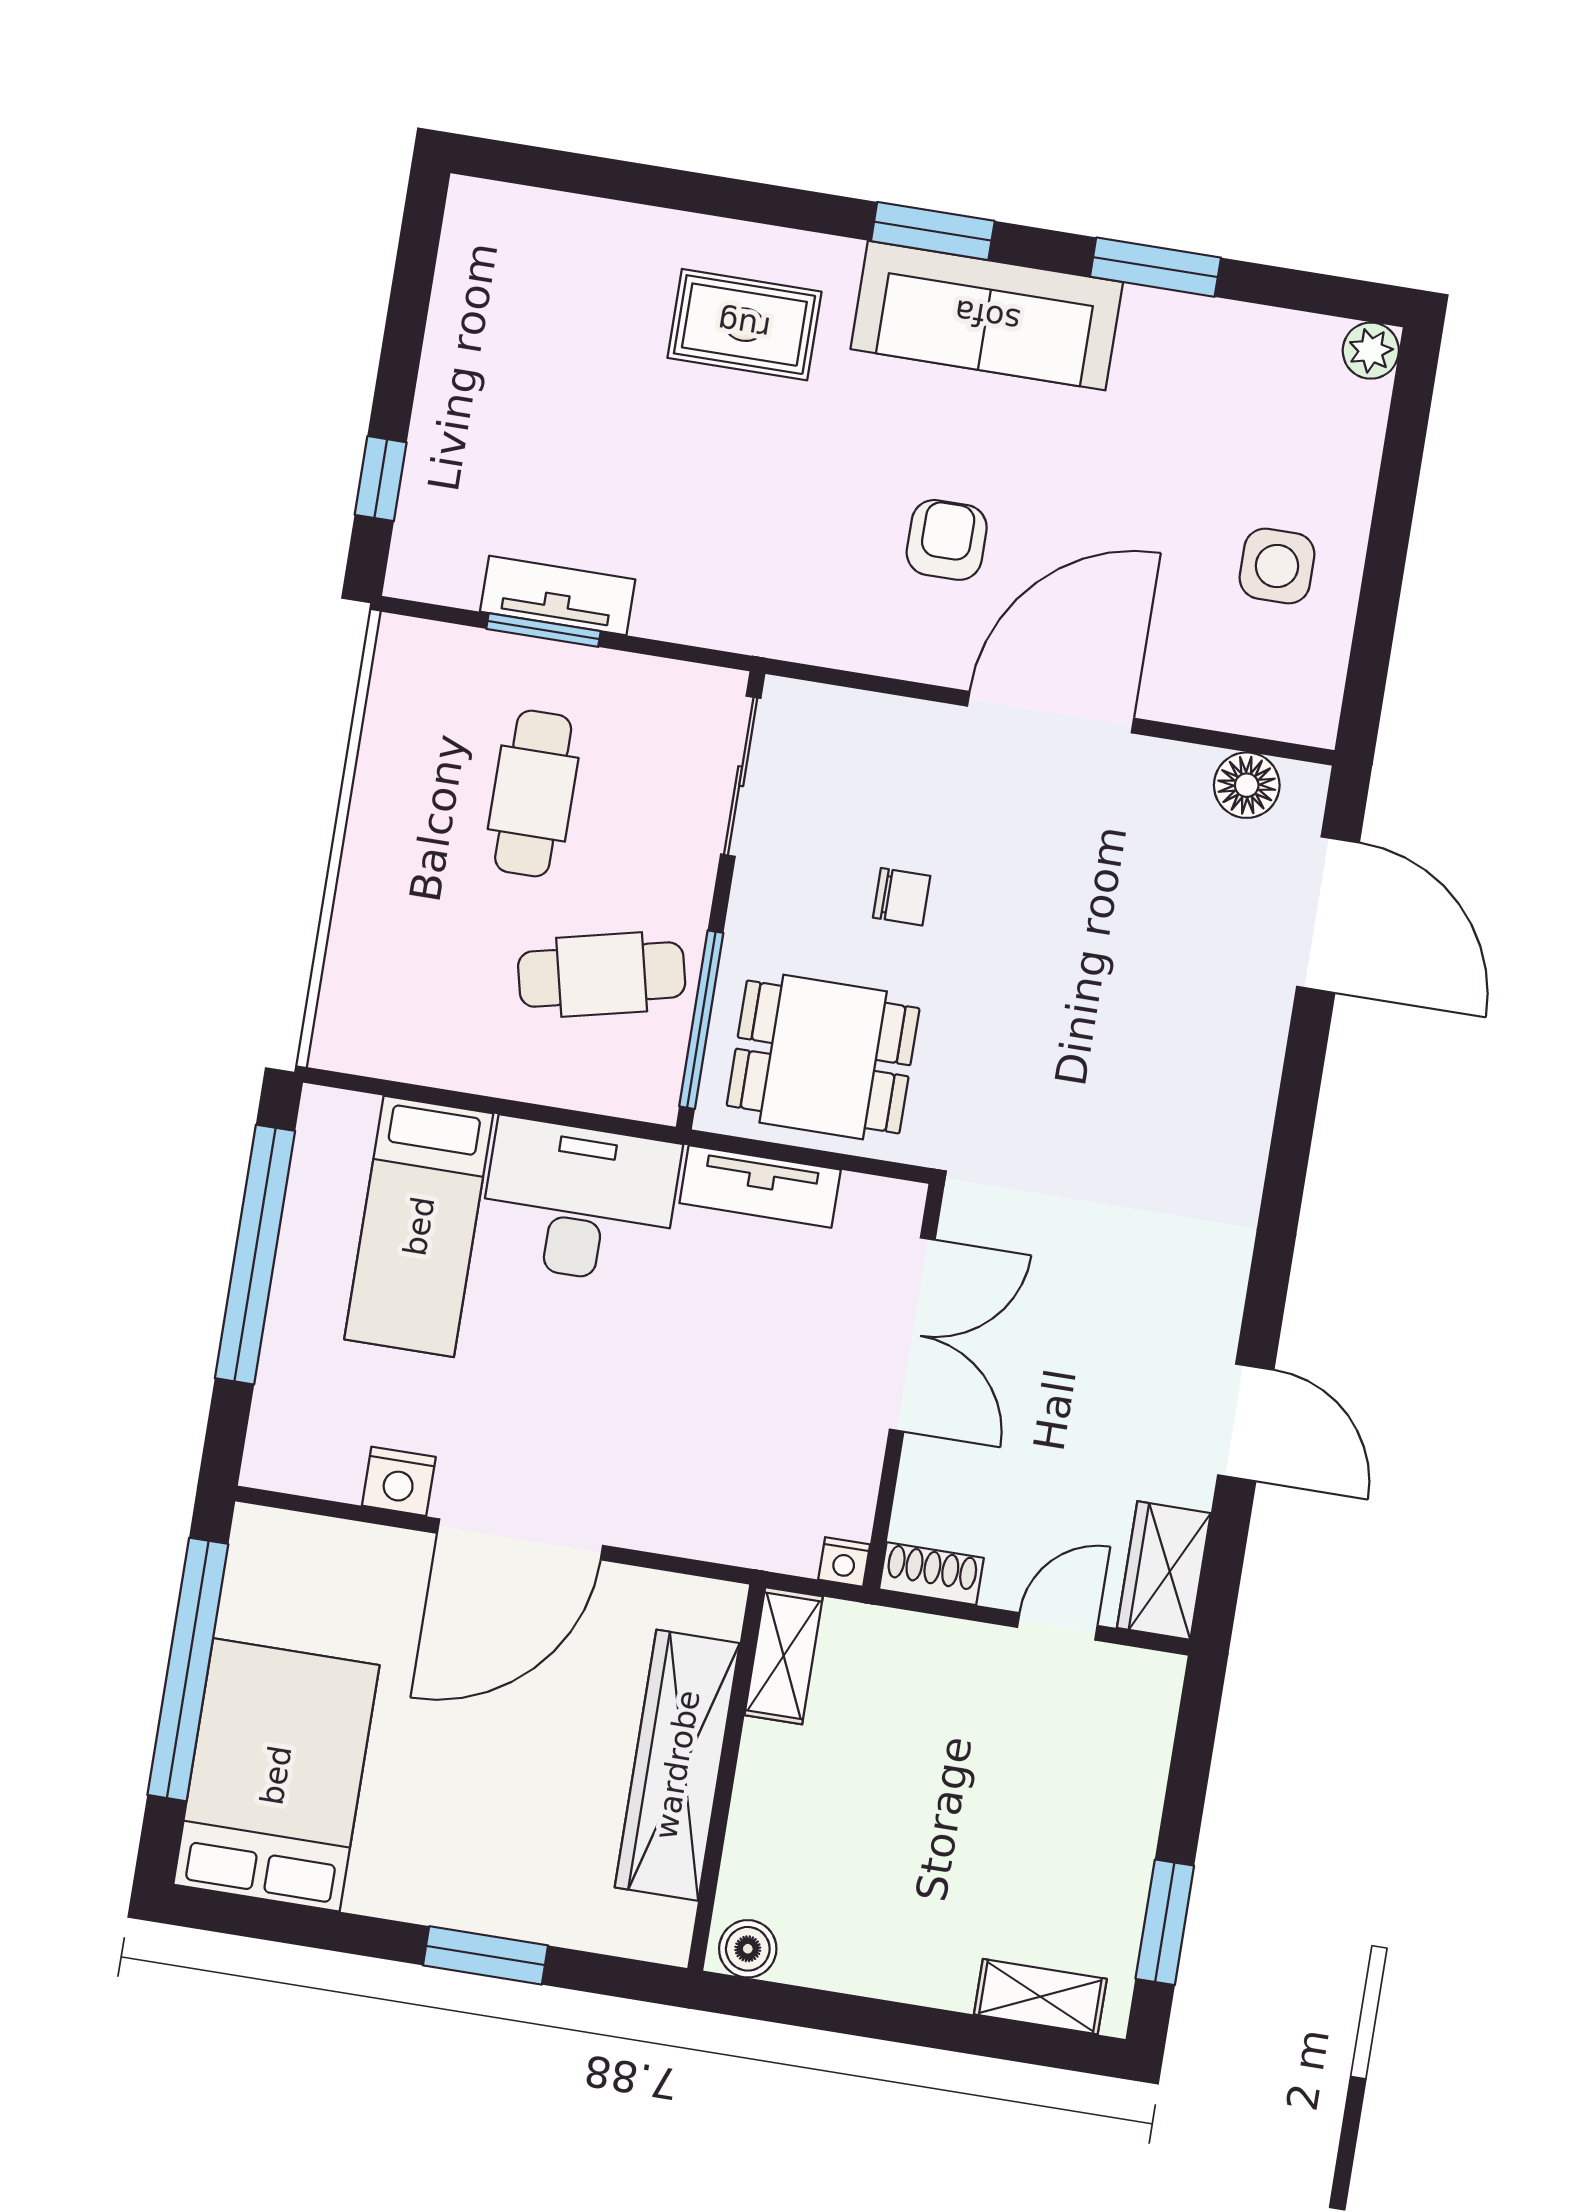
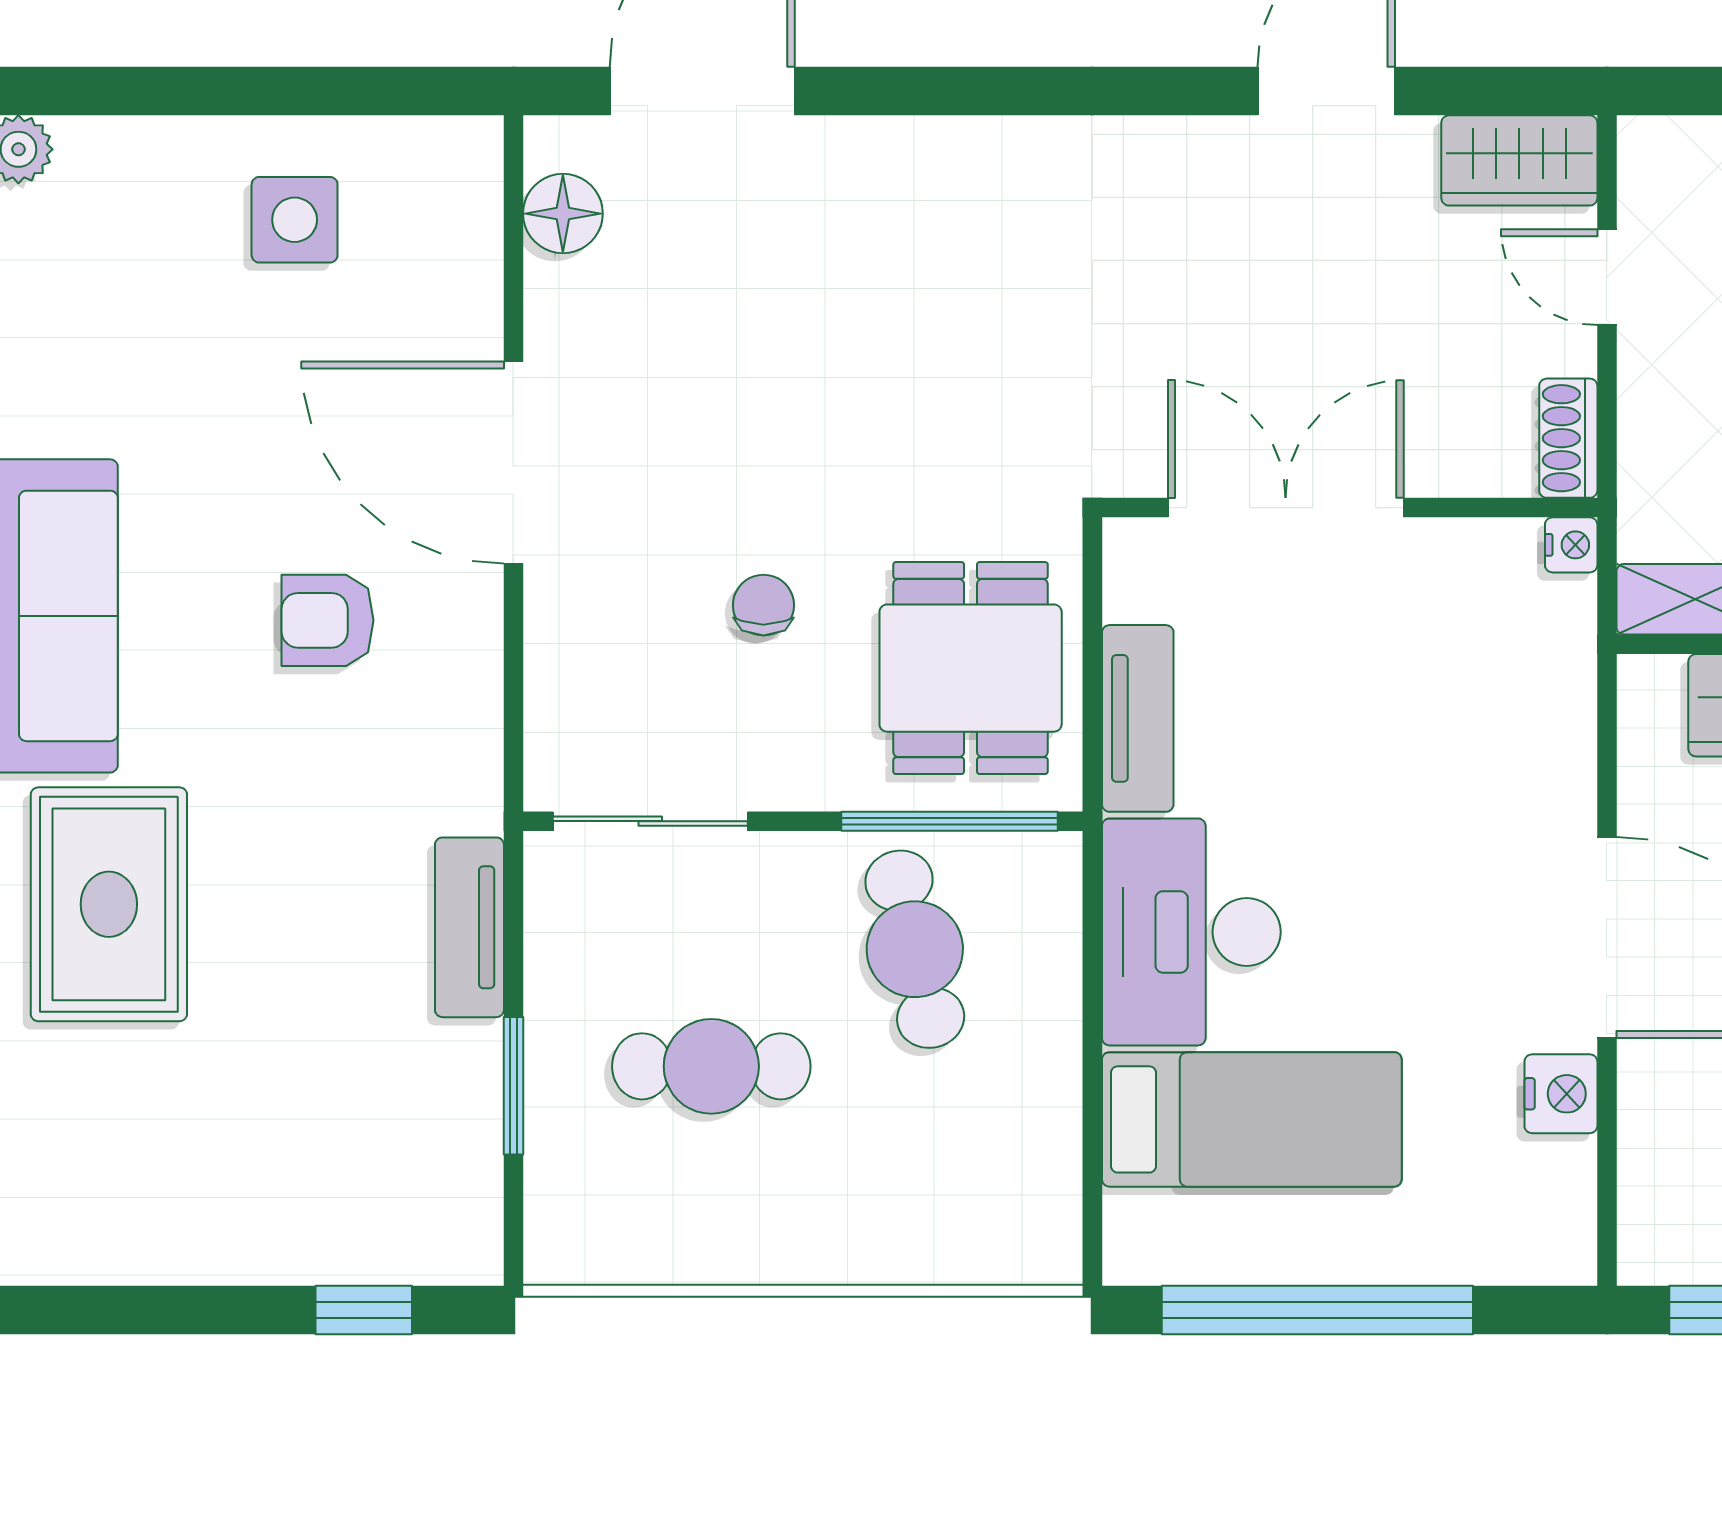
rug: (744, 325) -> (109, 904), width x1.36, depth x1.43
tv unit: (558, 596) -> (469, 927), moved

